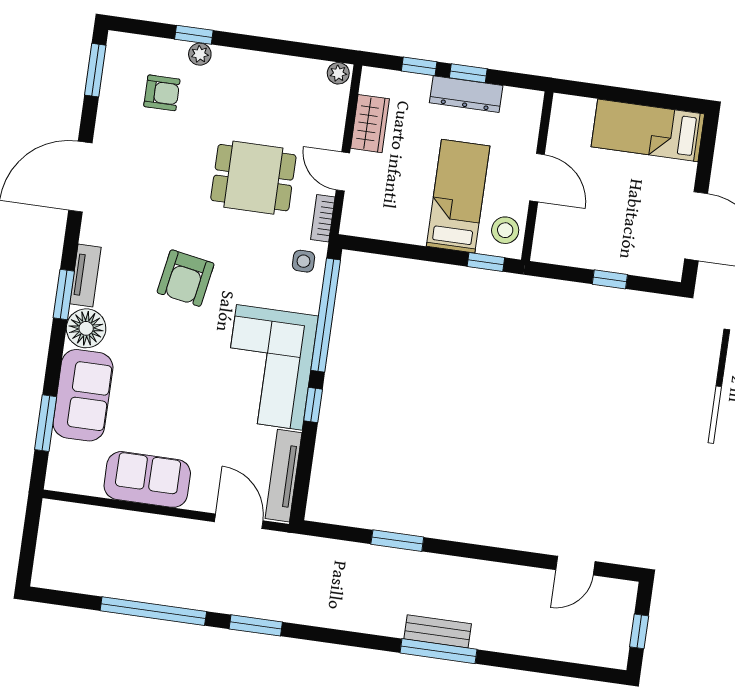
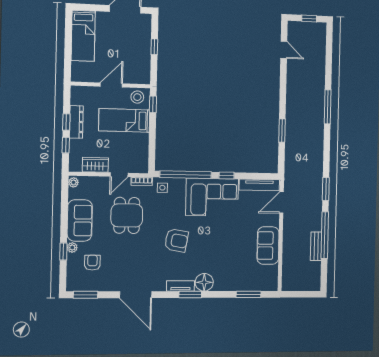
sofa: (83, 395) -> (80, 220), moved, turned 90
bench: (438, 631) -> (316, 246), moved

